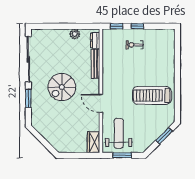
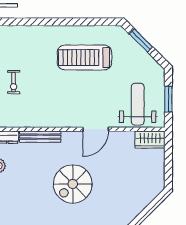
spiral stairs: (62, 87) -> (73, 184), turned 90
treadmill: (152, 95) -> (85, 58), turned 90
weight bench: (119, 133) -> (138, 104), turned 90

